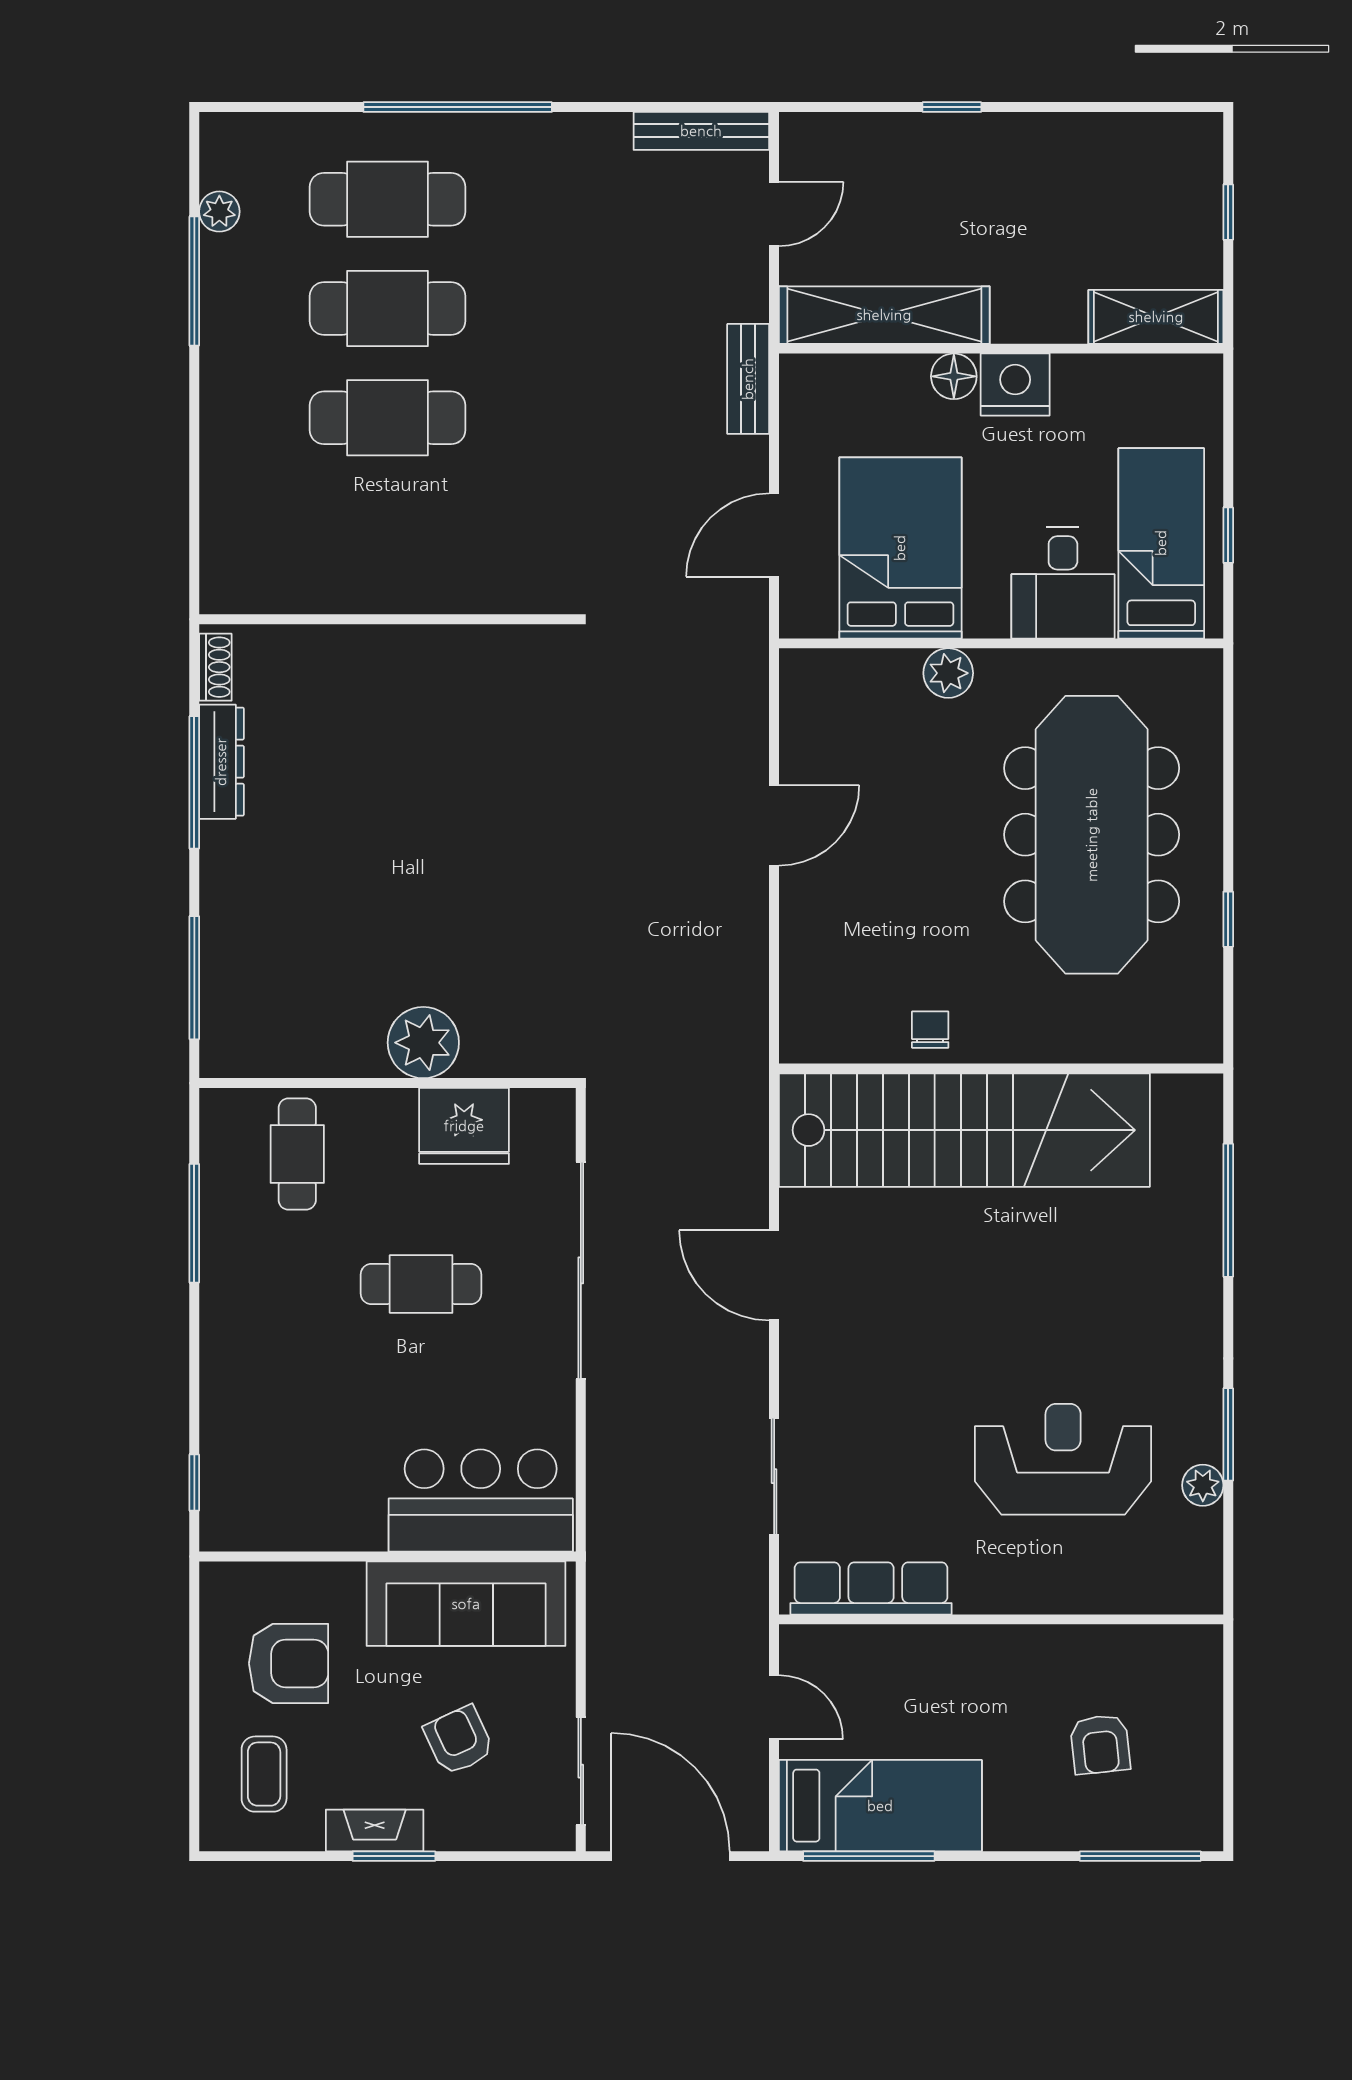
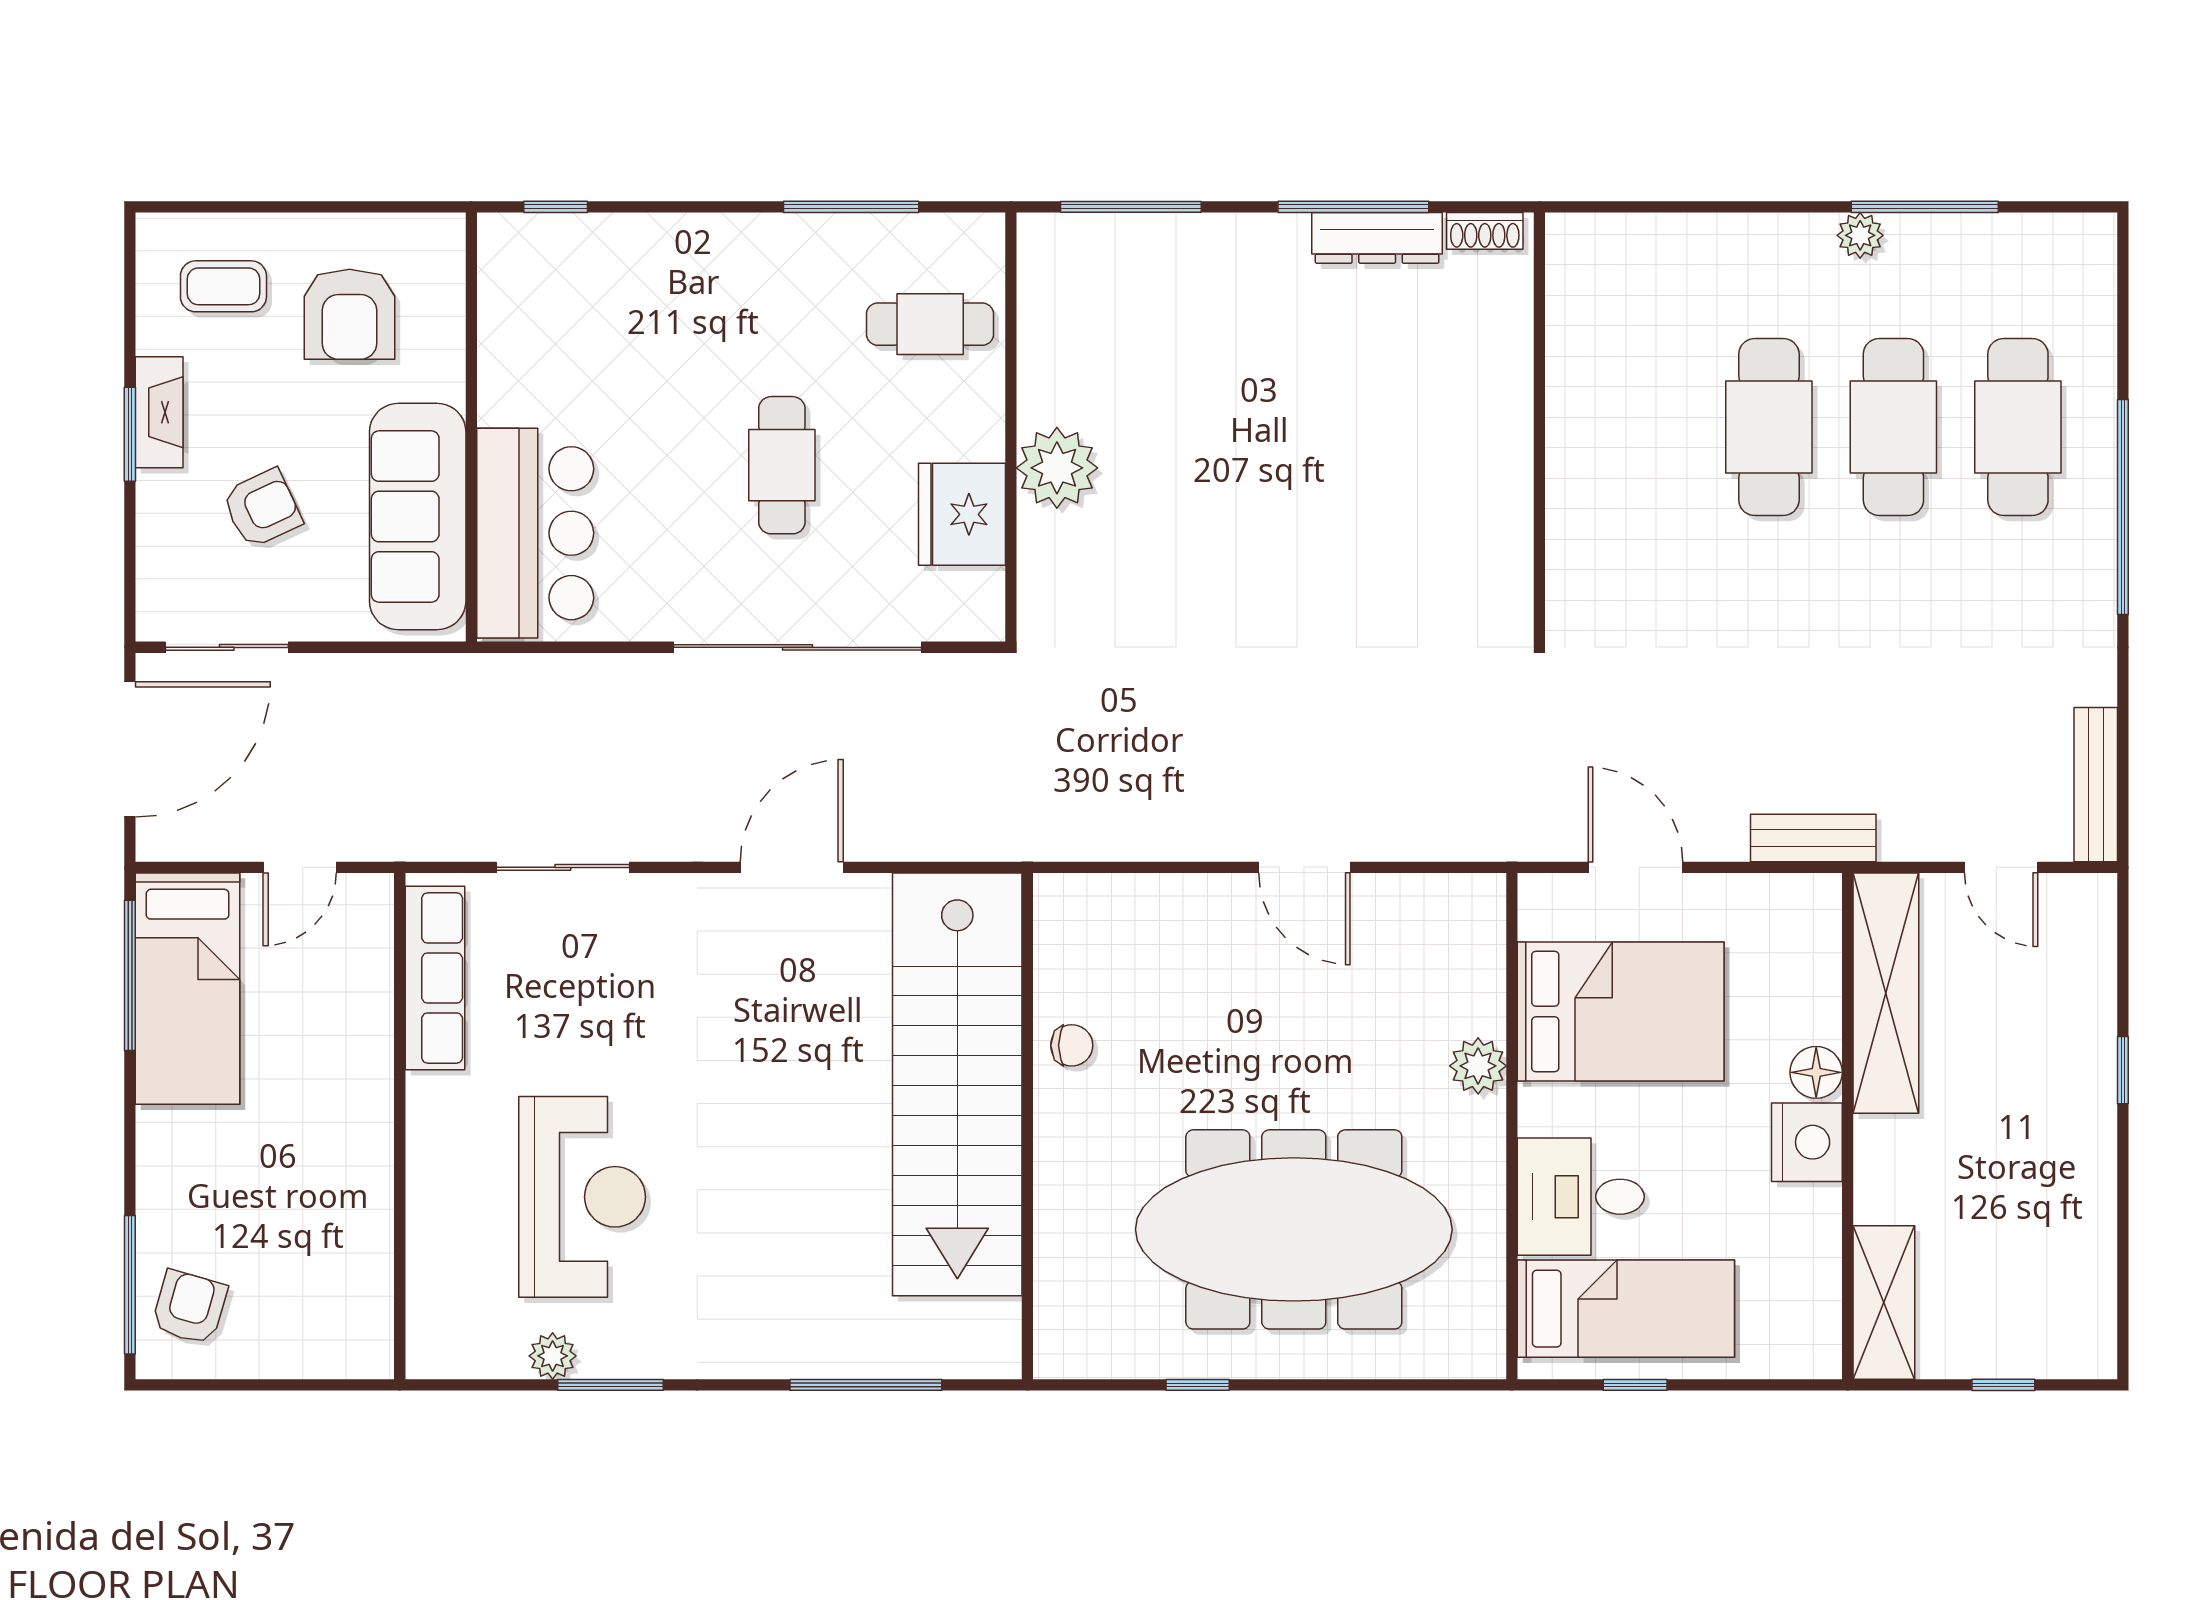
plant: (219, 212) -> (1860, 235), moved
armchair: (1100, 1744) -> (189, 1307), moved, turned 112

